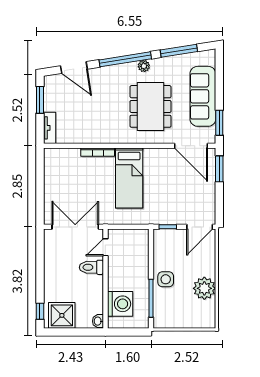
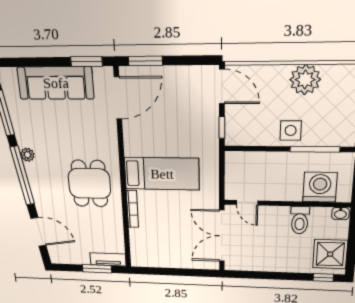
door: (74, 67) -> (38, 232), hinge flipped
window: (40, 100) -> (97, 269), moved
dining table: (151, 106) -> (89, 184), moved, width x0.73
toilet: (91, 267) -> (300, 220), moved

